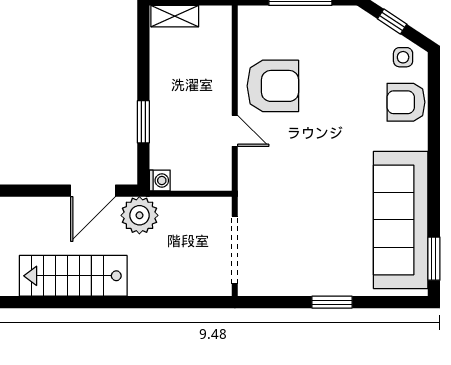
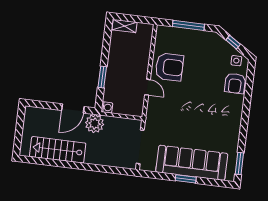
armchair: (406, 102) -> (235, 83), turned -90
sofa: (401, 220) -> (192, 163), moved, turned 90

